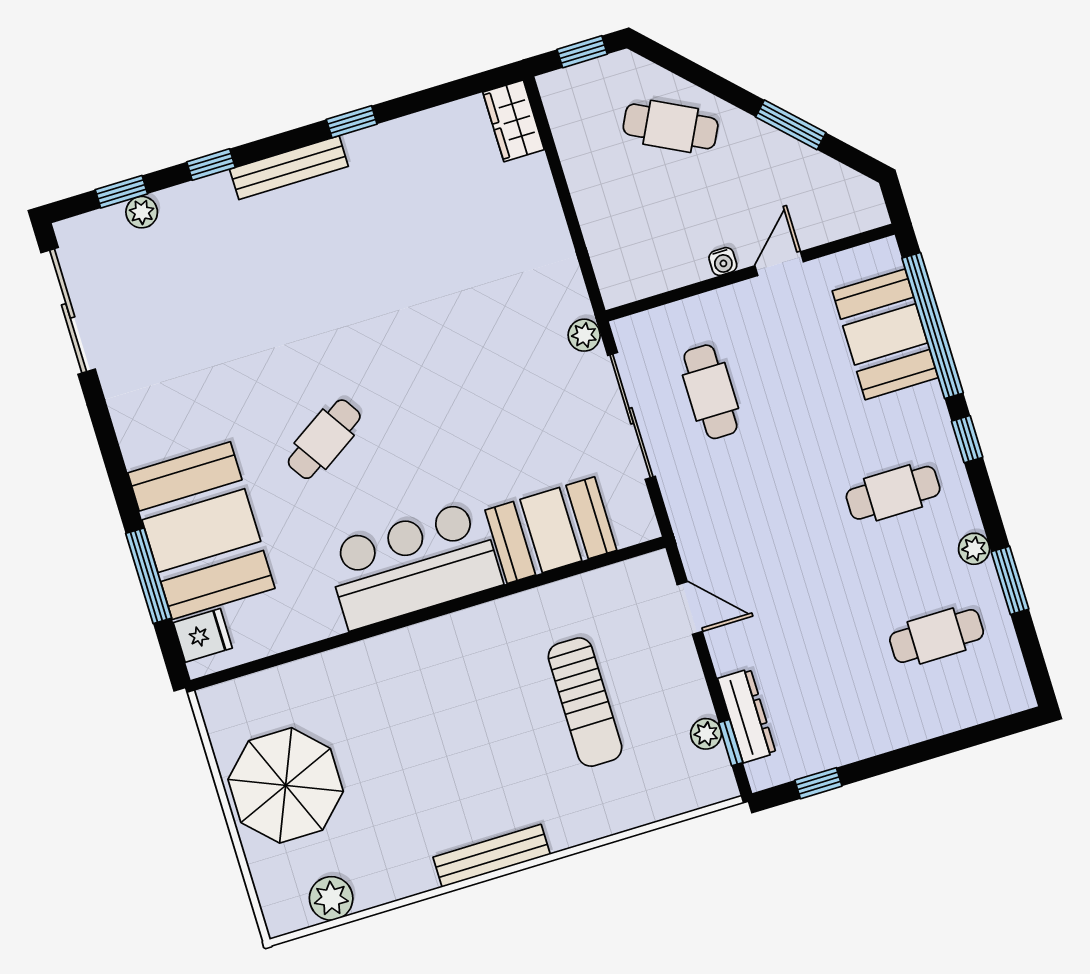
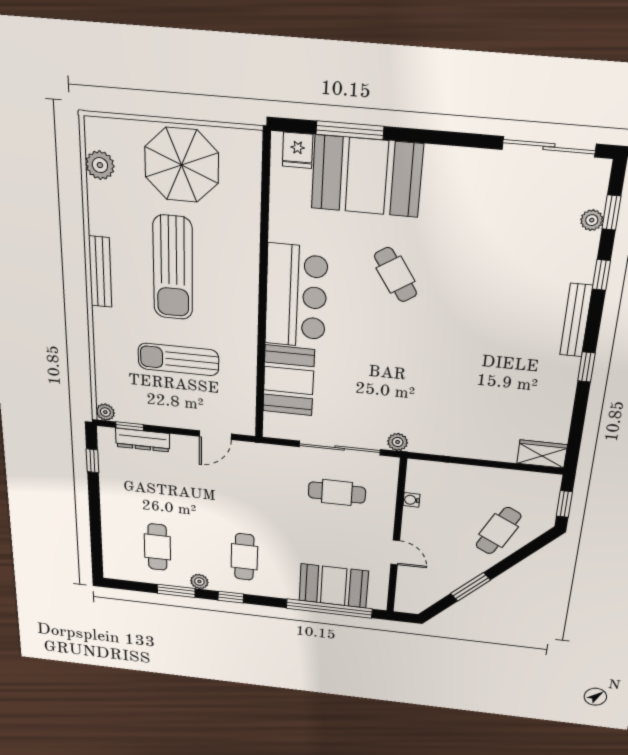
water cooler: (723, 262) -> (411, 500), moved
window: (967, 439) -> (231, 597), moved
plant: (706, 734) -> (105, 412), moved
sun lounger: (442, 753) -> (173, 268), added

